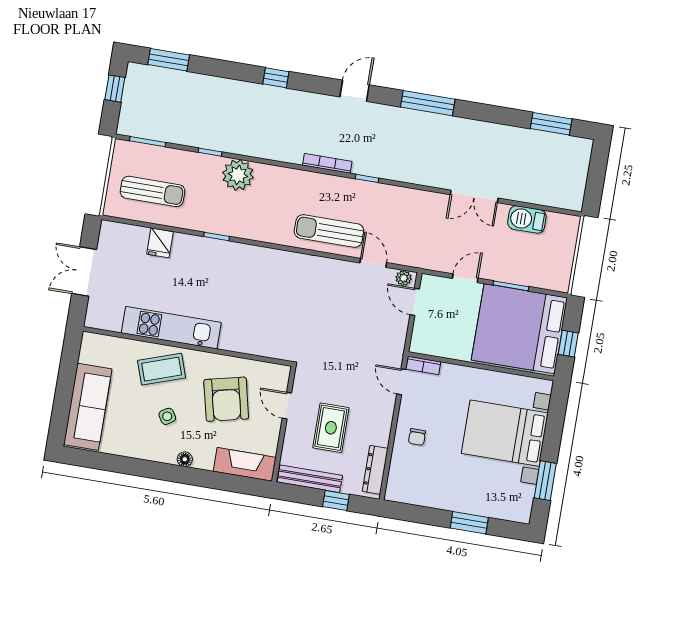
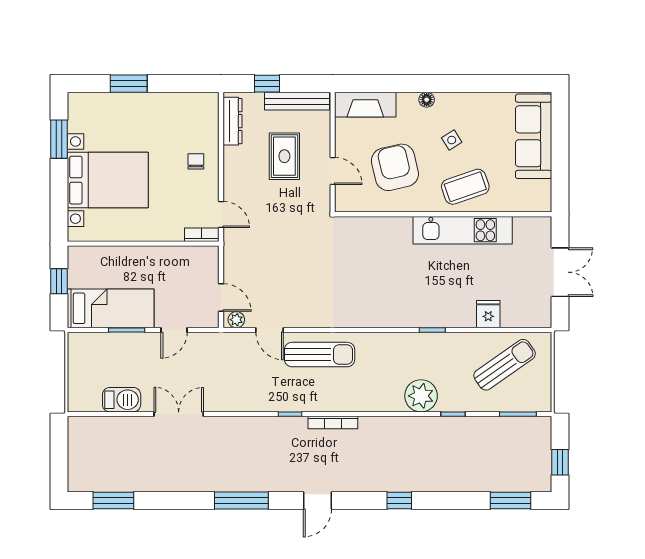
sun lounger: (152, 191) -> (505, 365), turned 145
bed: (519, 329) -> (111, 308), width x0.49

